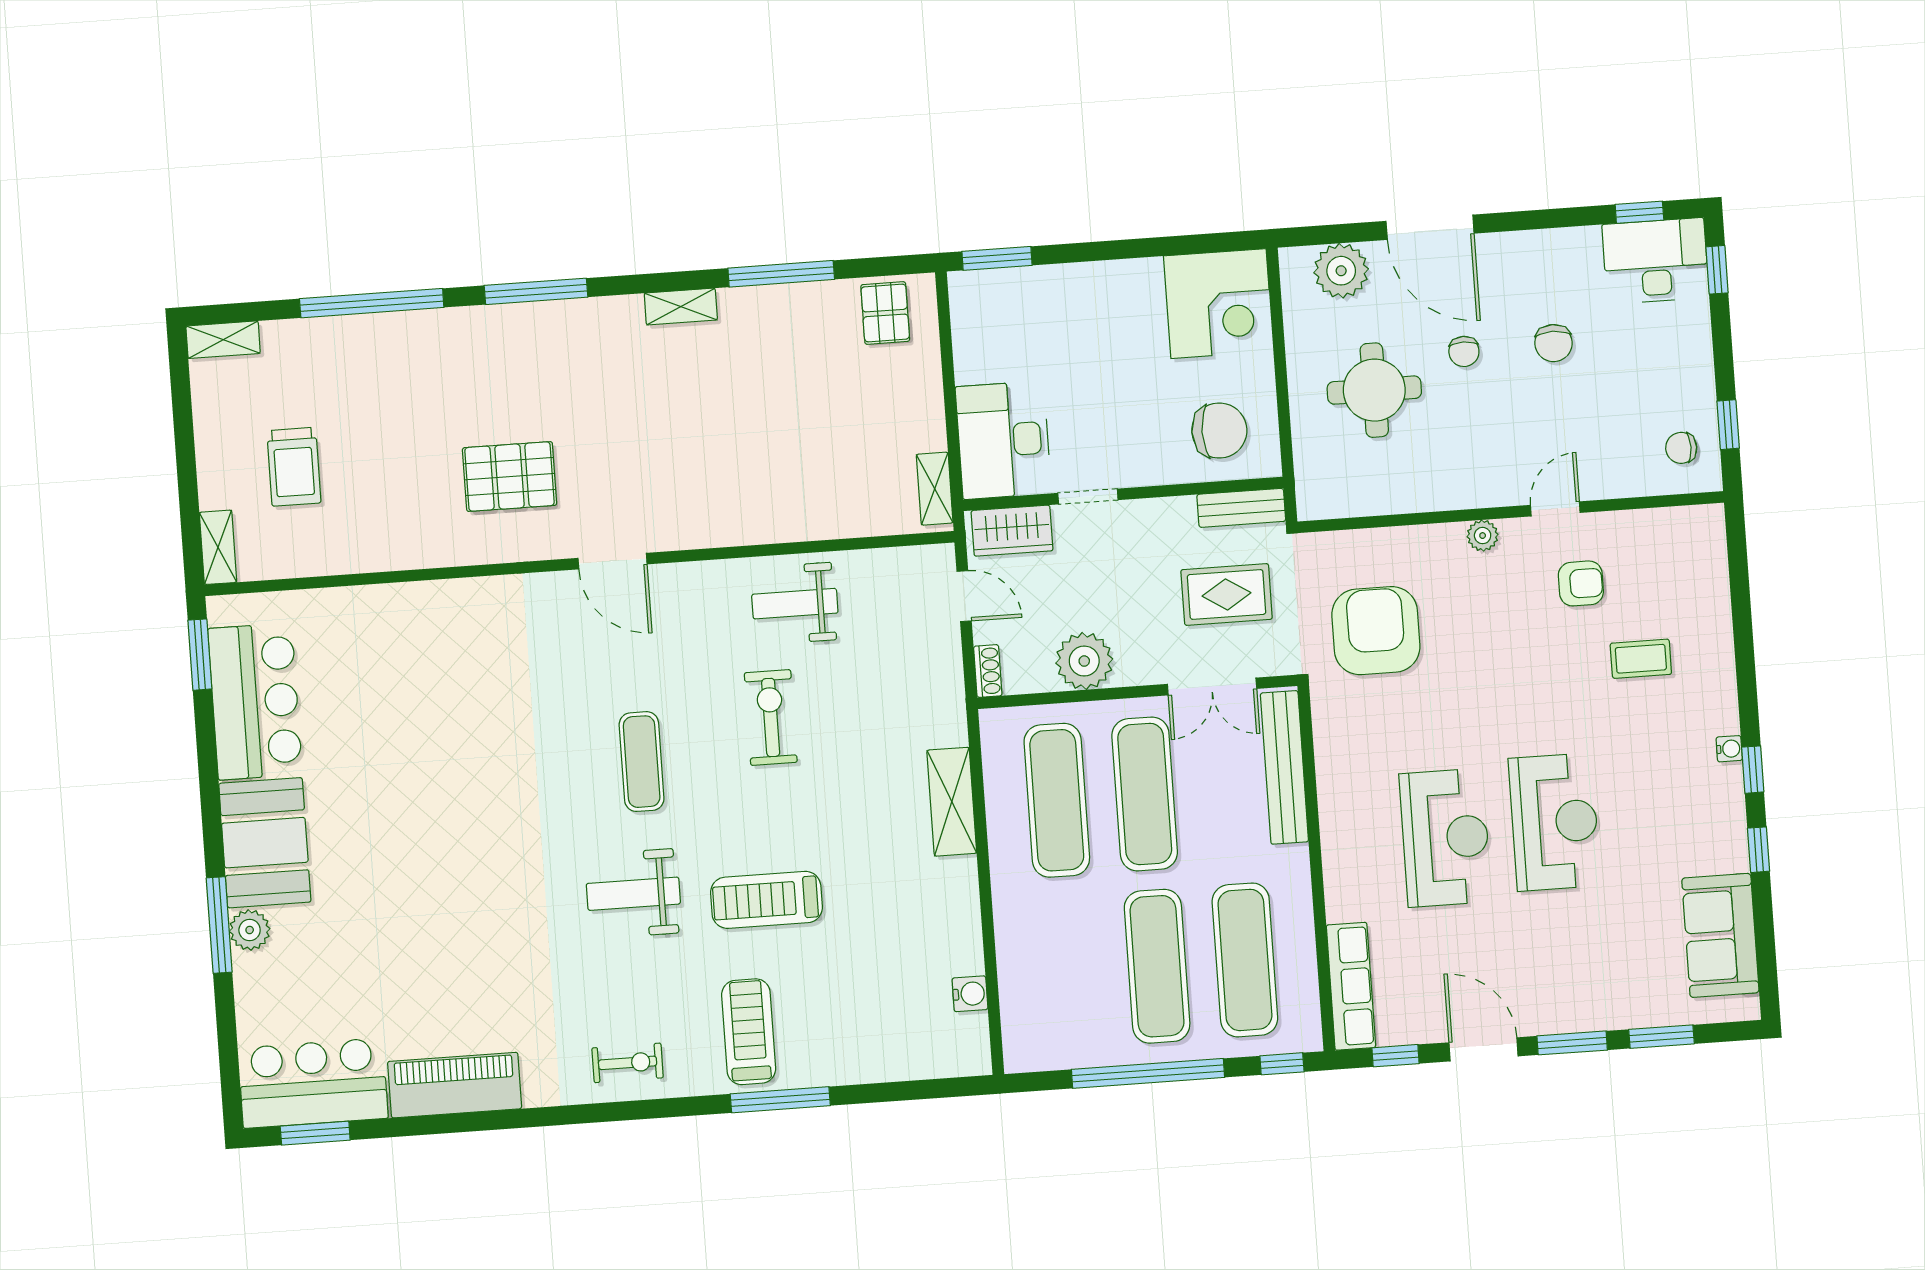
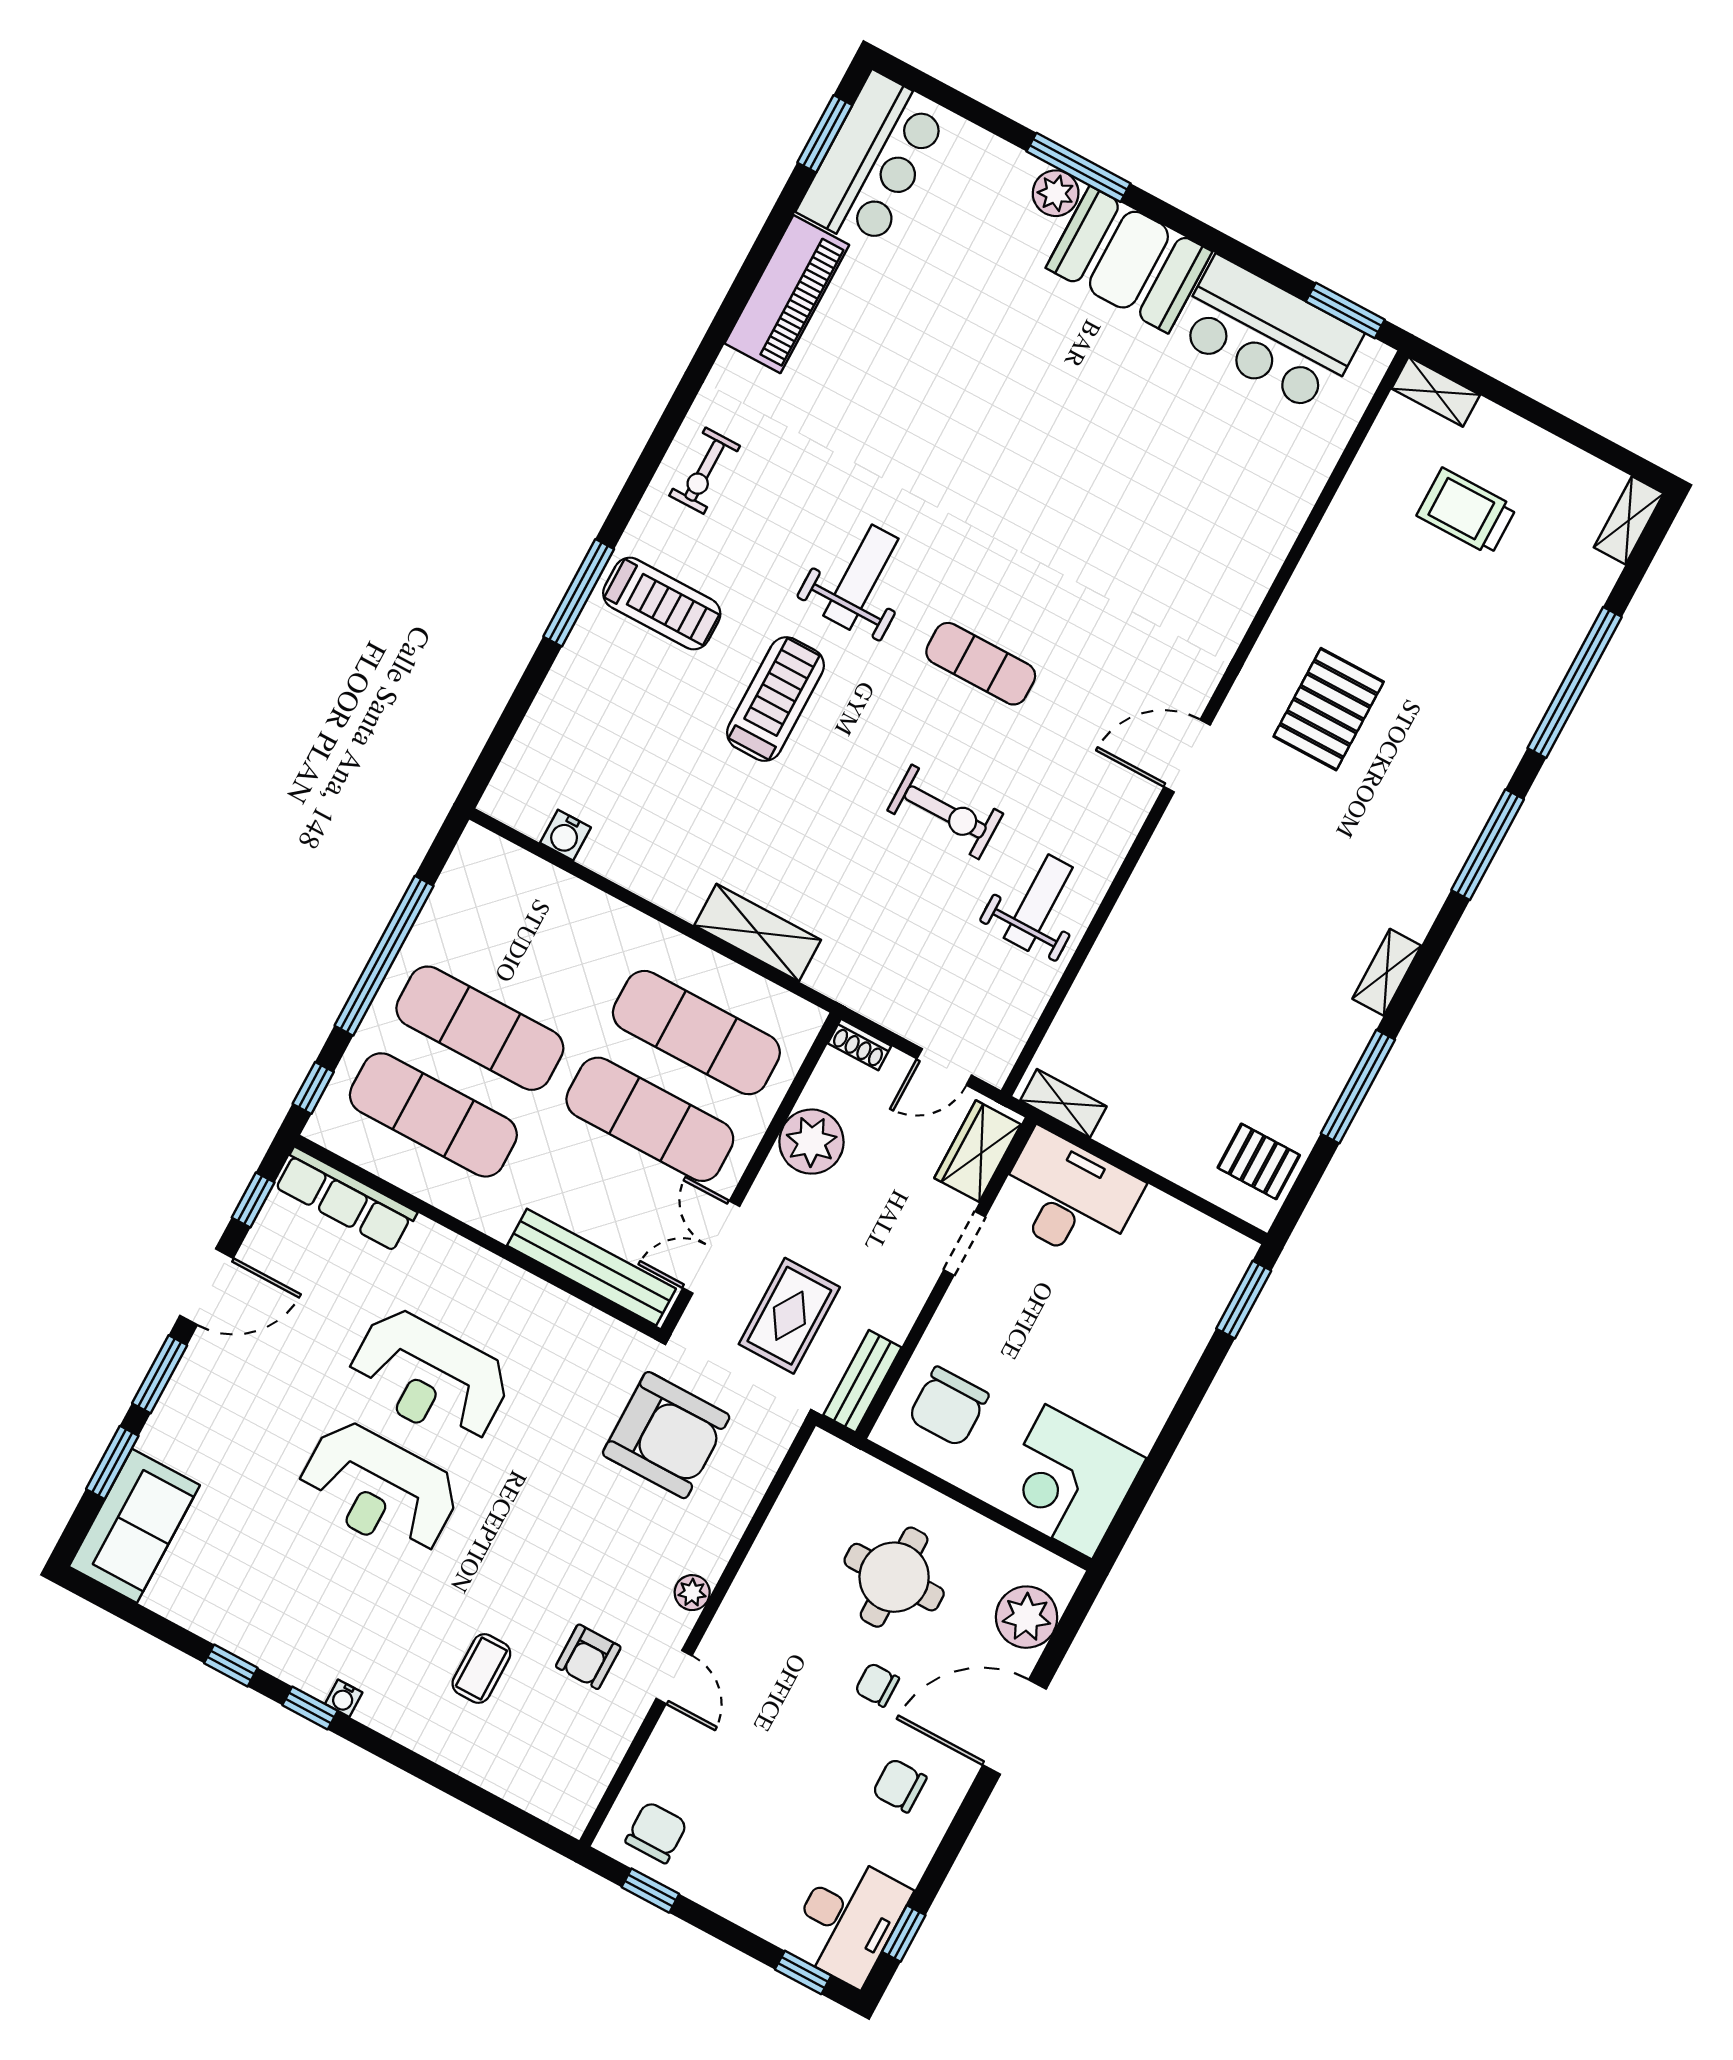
chair: (1554, 343) -> (900, 1785), moved
chair: (1681, 448) -> (656, 1832), width x1.37, depth x1.37
sofa: (1720, 935) -> (134, 1526), moved, turned 90

